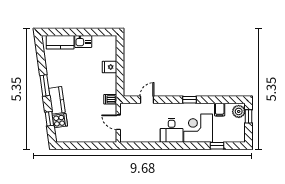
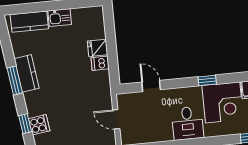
dishwasher: (110, 99) -> (100, 63), moved
kitchen counter: (57, 100) -> (27, 73), moved
door: (147, 100) -> (151, 86), hinge flipped
corner desk: (198, 128) -> (223, 102), moved, turned 180

